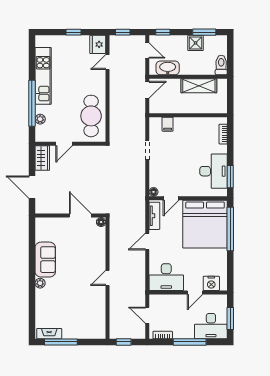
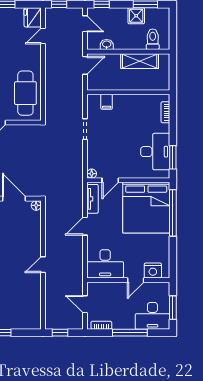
toilet: (221, 65) -> (153, 39), moved
washbasin: (168, 68) -> (107, 44), width x0.52, depth x0.69

